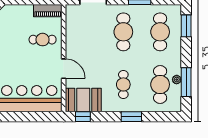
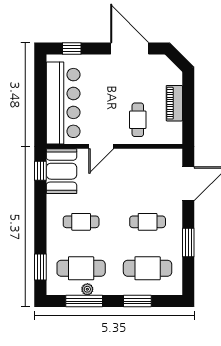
piano: (48, 11) -> (174, 103), moved
window: (186, 26) -> (137, 301), moved
cafe table: (123, 32) -> (148, 222), width x0.73, depth x0.74
window: (131, 117) -> (40, 267), moved

